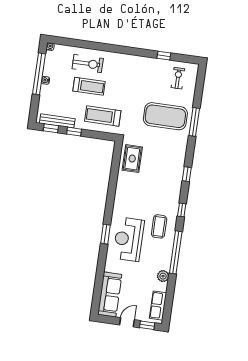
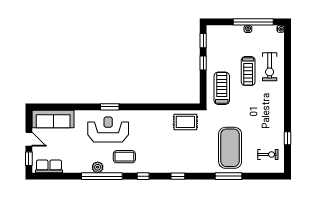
bench: (57, 121) -> (211, 46), removed
plant: (163, 276) -> (98, 167), moved

